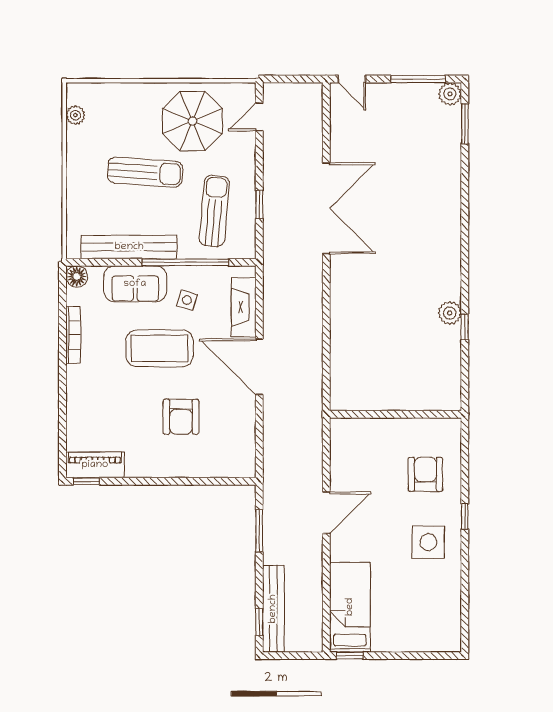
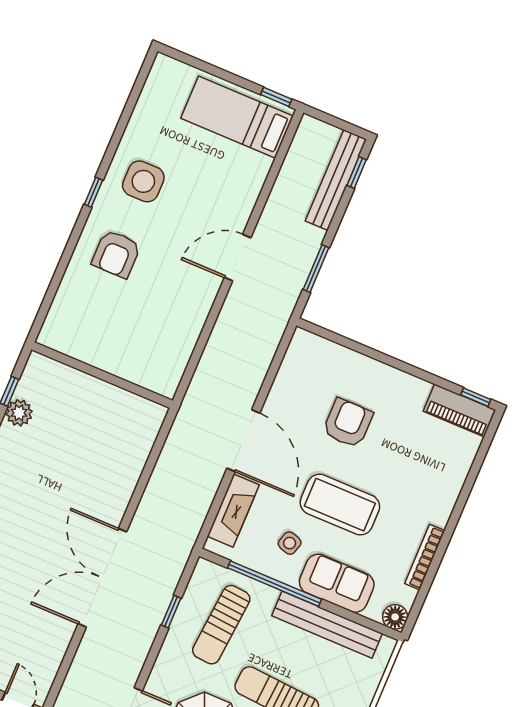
wall: (396, 414) -> (102, 375), moved
bed: (350, 607) -> (237, 117), moved, turned 90

